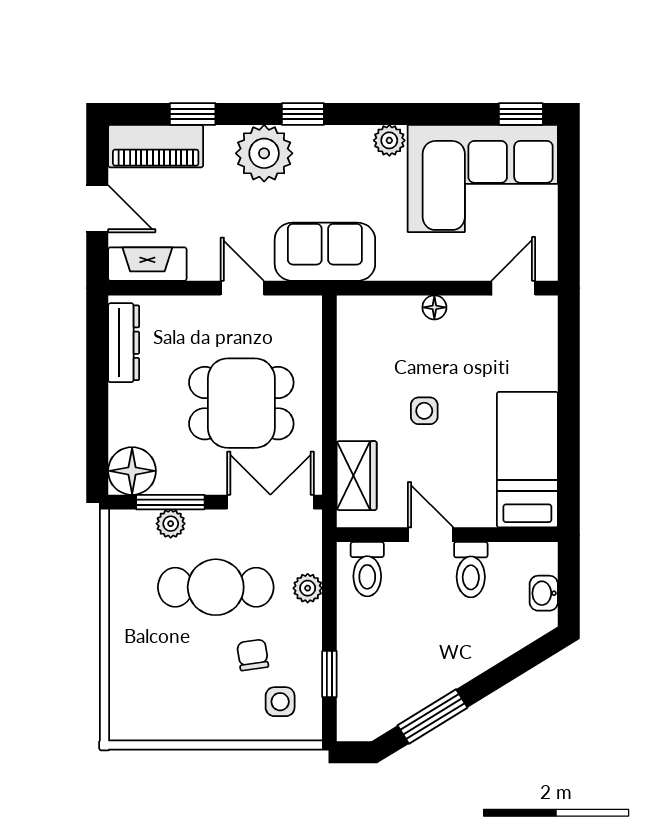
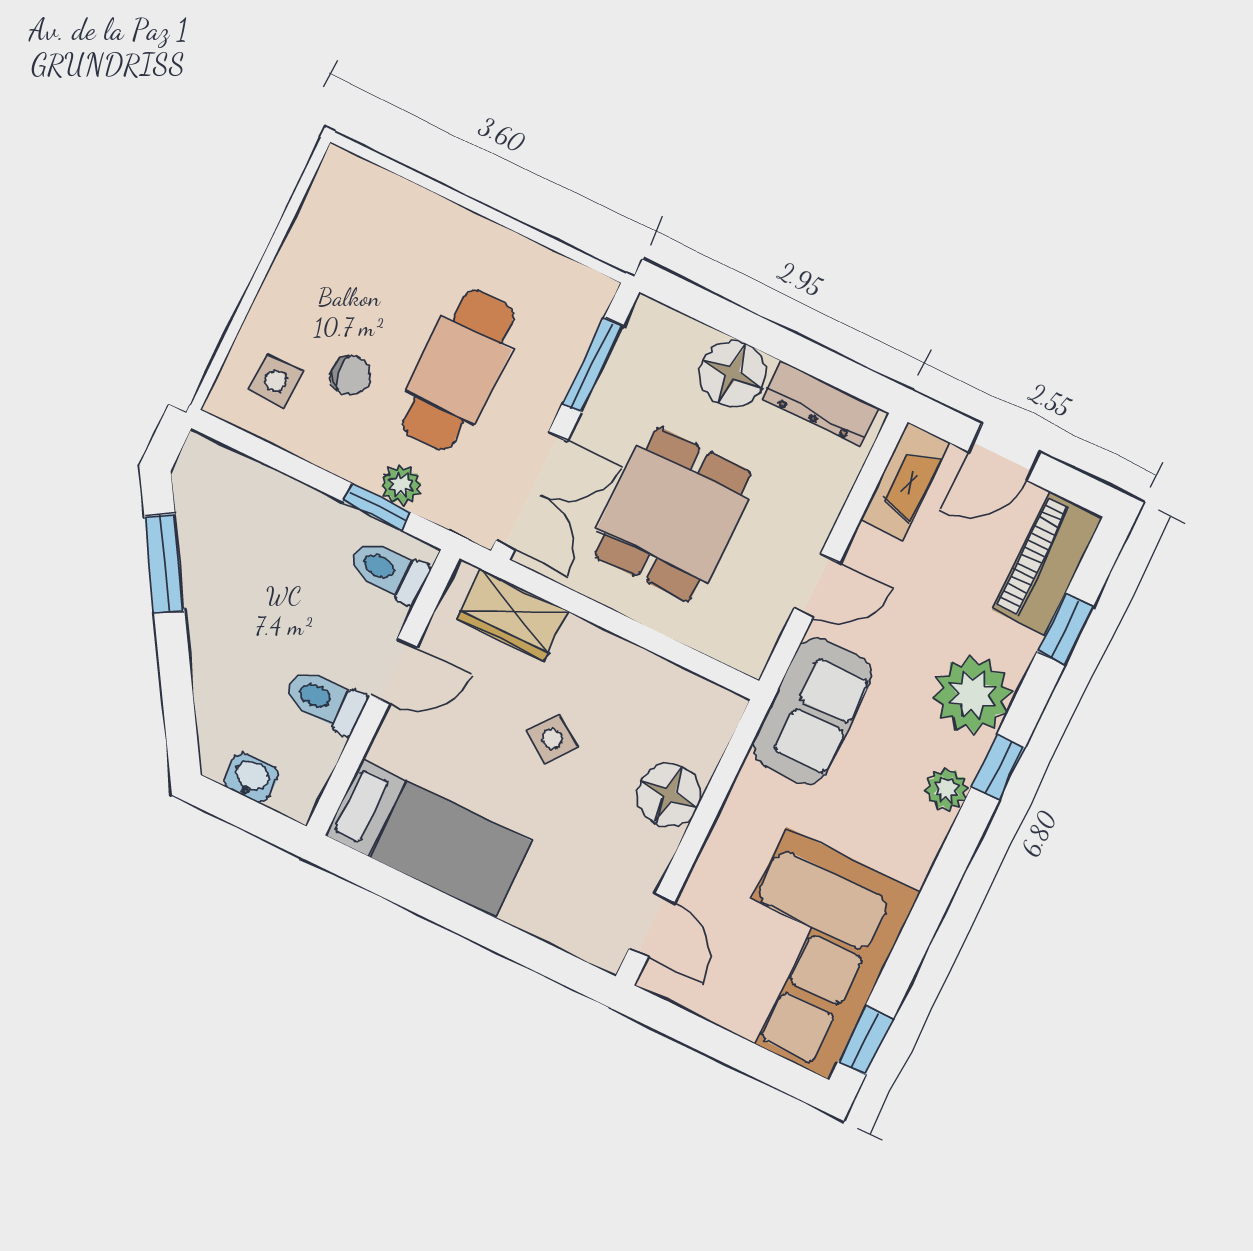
plant: (389, 140) -> (947, 789), moved
floor lamp: (434, 307) -> (669, 795), width x1.89, depth x1.89
side table: (424, 411) -> (552, 739), turned 38
floor lamp: (132, 471) -> (732, 374), moved
plant: (171, 524) -> (565, 352), removed
window: (329, 674) -> (377, 507), moved

